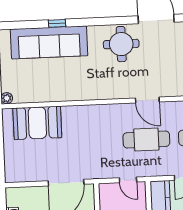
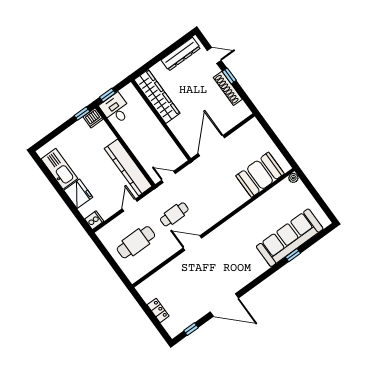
round table: (121, 44) -> (237, 271), removed
cafe table: (146, 140) -> (174, 214), width x0.73, depth x0.74

